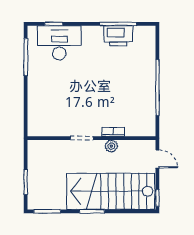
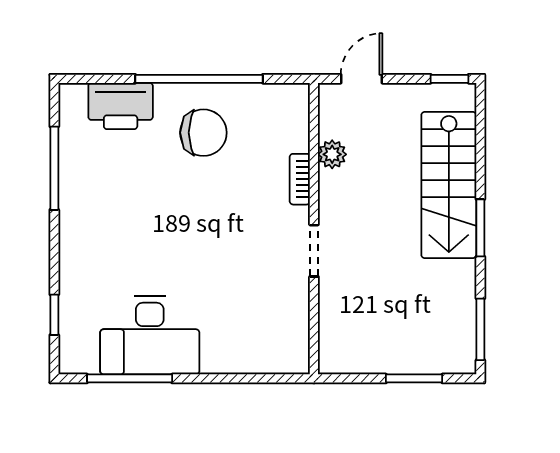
printer: (118, 36) -> (121, 106), moved, turned 90
desk: (59, 43) -> (150, 335), moved, turned -90
chair: (134, 90) -> (203, 133), added
plant: (111, 146) -> (332, 154), moved
stairs: (111, 191) -> (449, 185), width x0.73, depth x0.66

